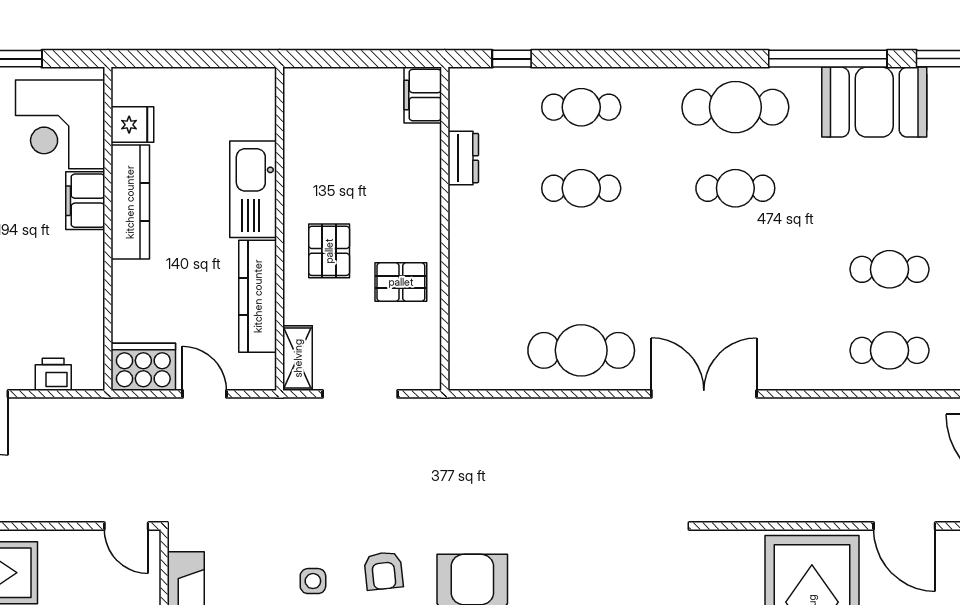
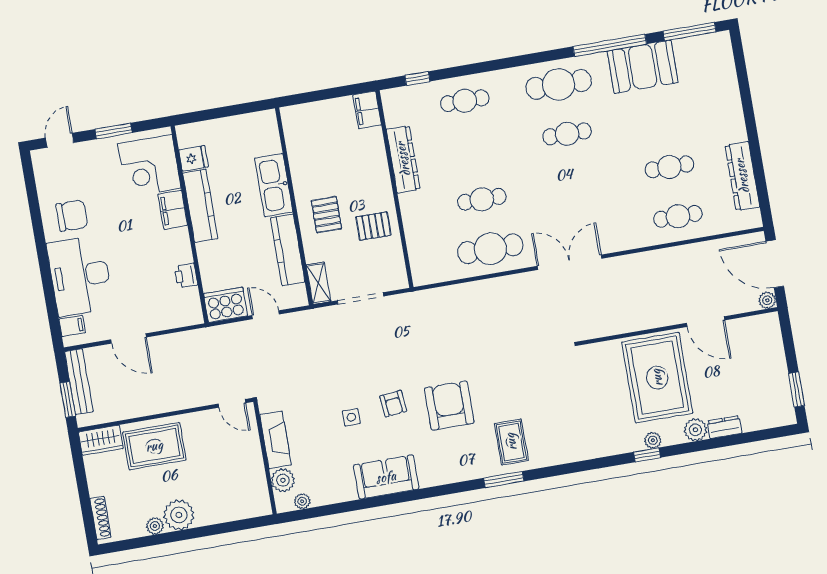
dresser: (463, 158) -> (403, 159), width x1.96, depth x1.24
cafe table: (581, 188) -> (482, 199), moved
printer: (53, 374) -> (186, 276), moved, turned -90

